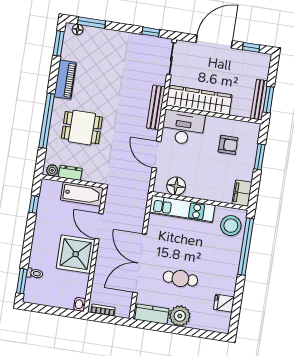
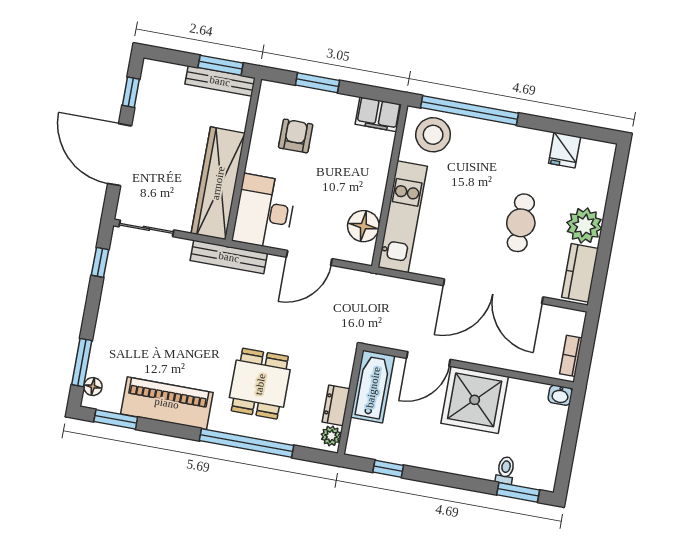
piano: (65, 80) -> (167, 403), width x1.37, depth x1.33

